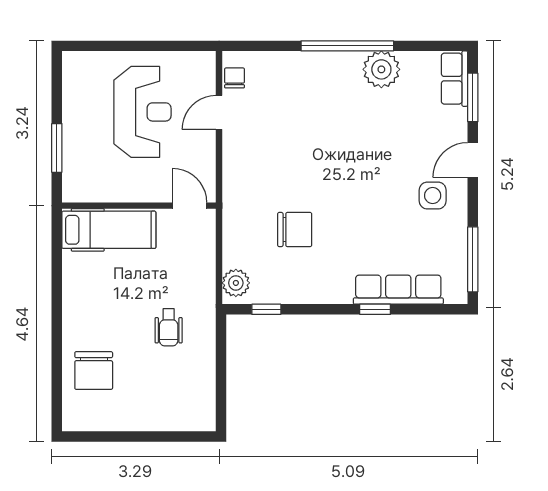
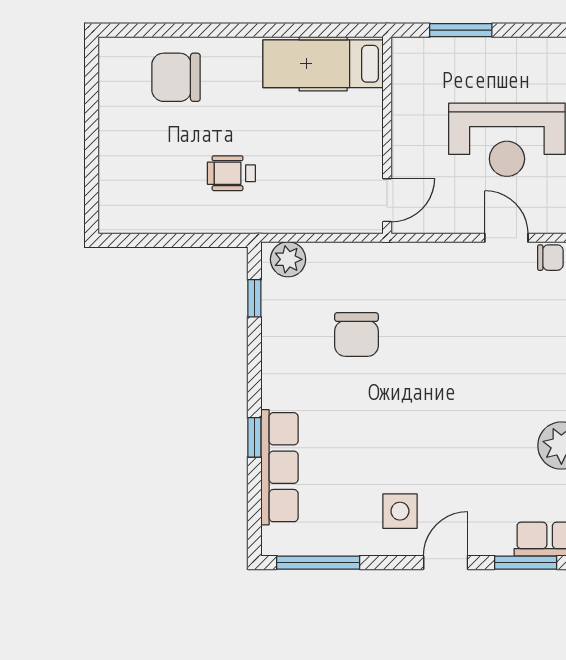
door: (473, 160) -> (446, 563), hinge flipped
hospital bed: (109, 230) -> (323, 64), moved, turned 90

